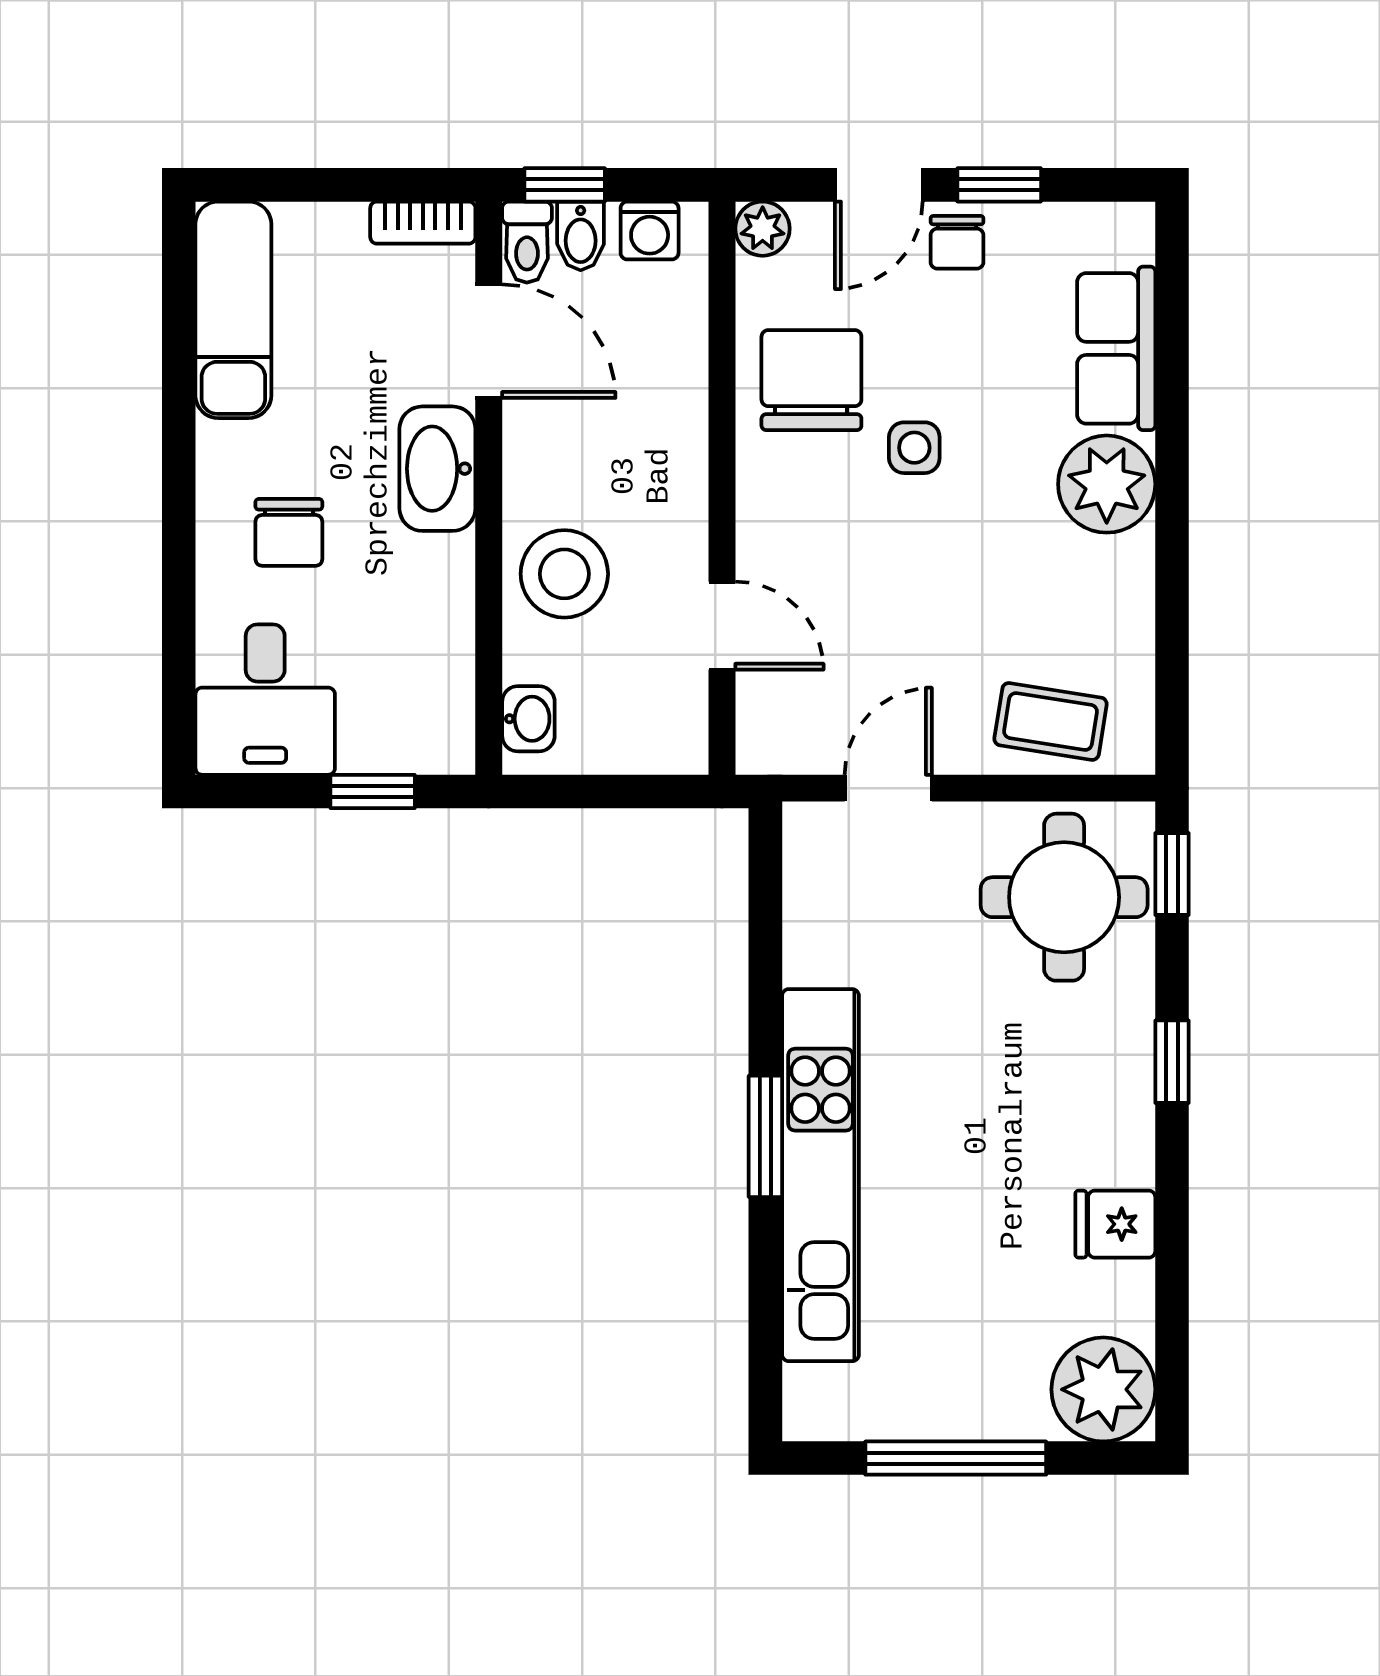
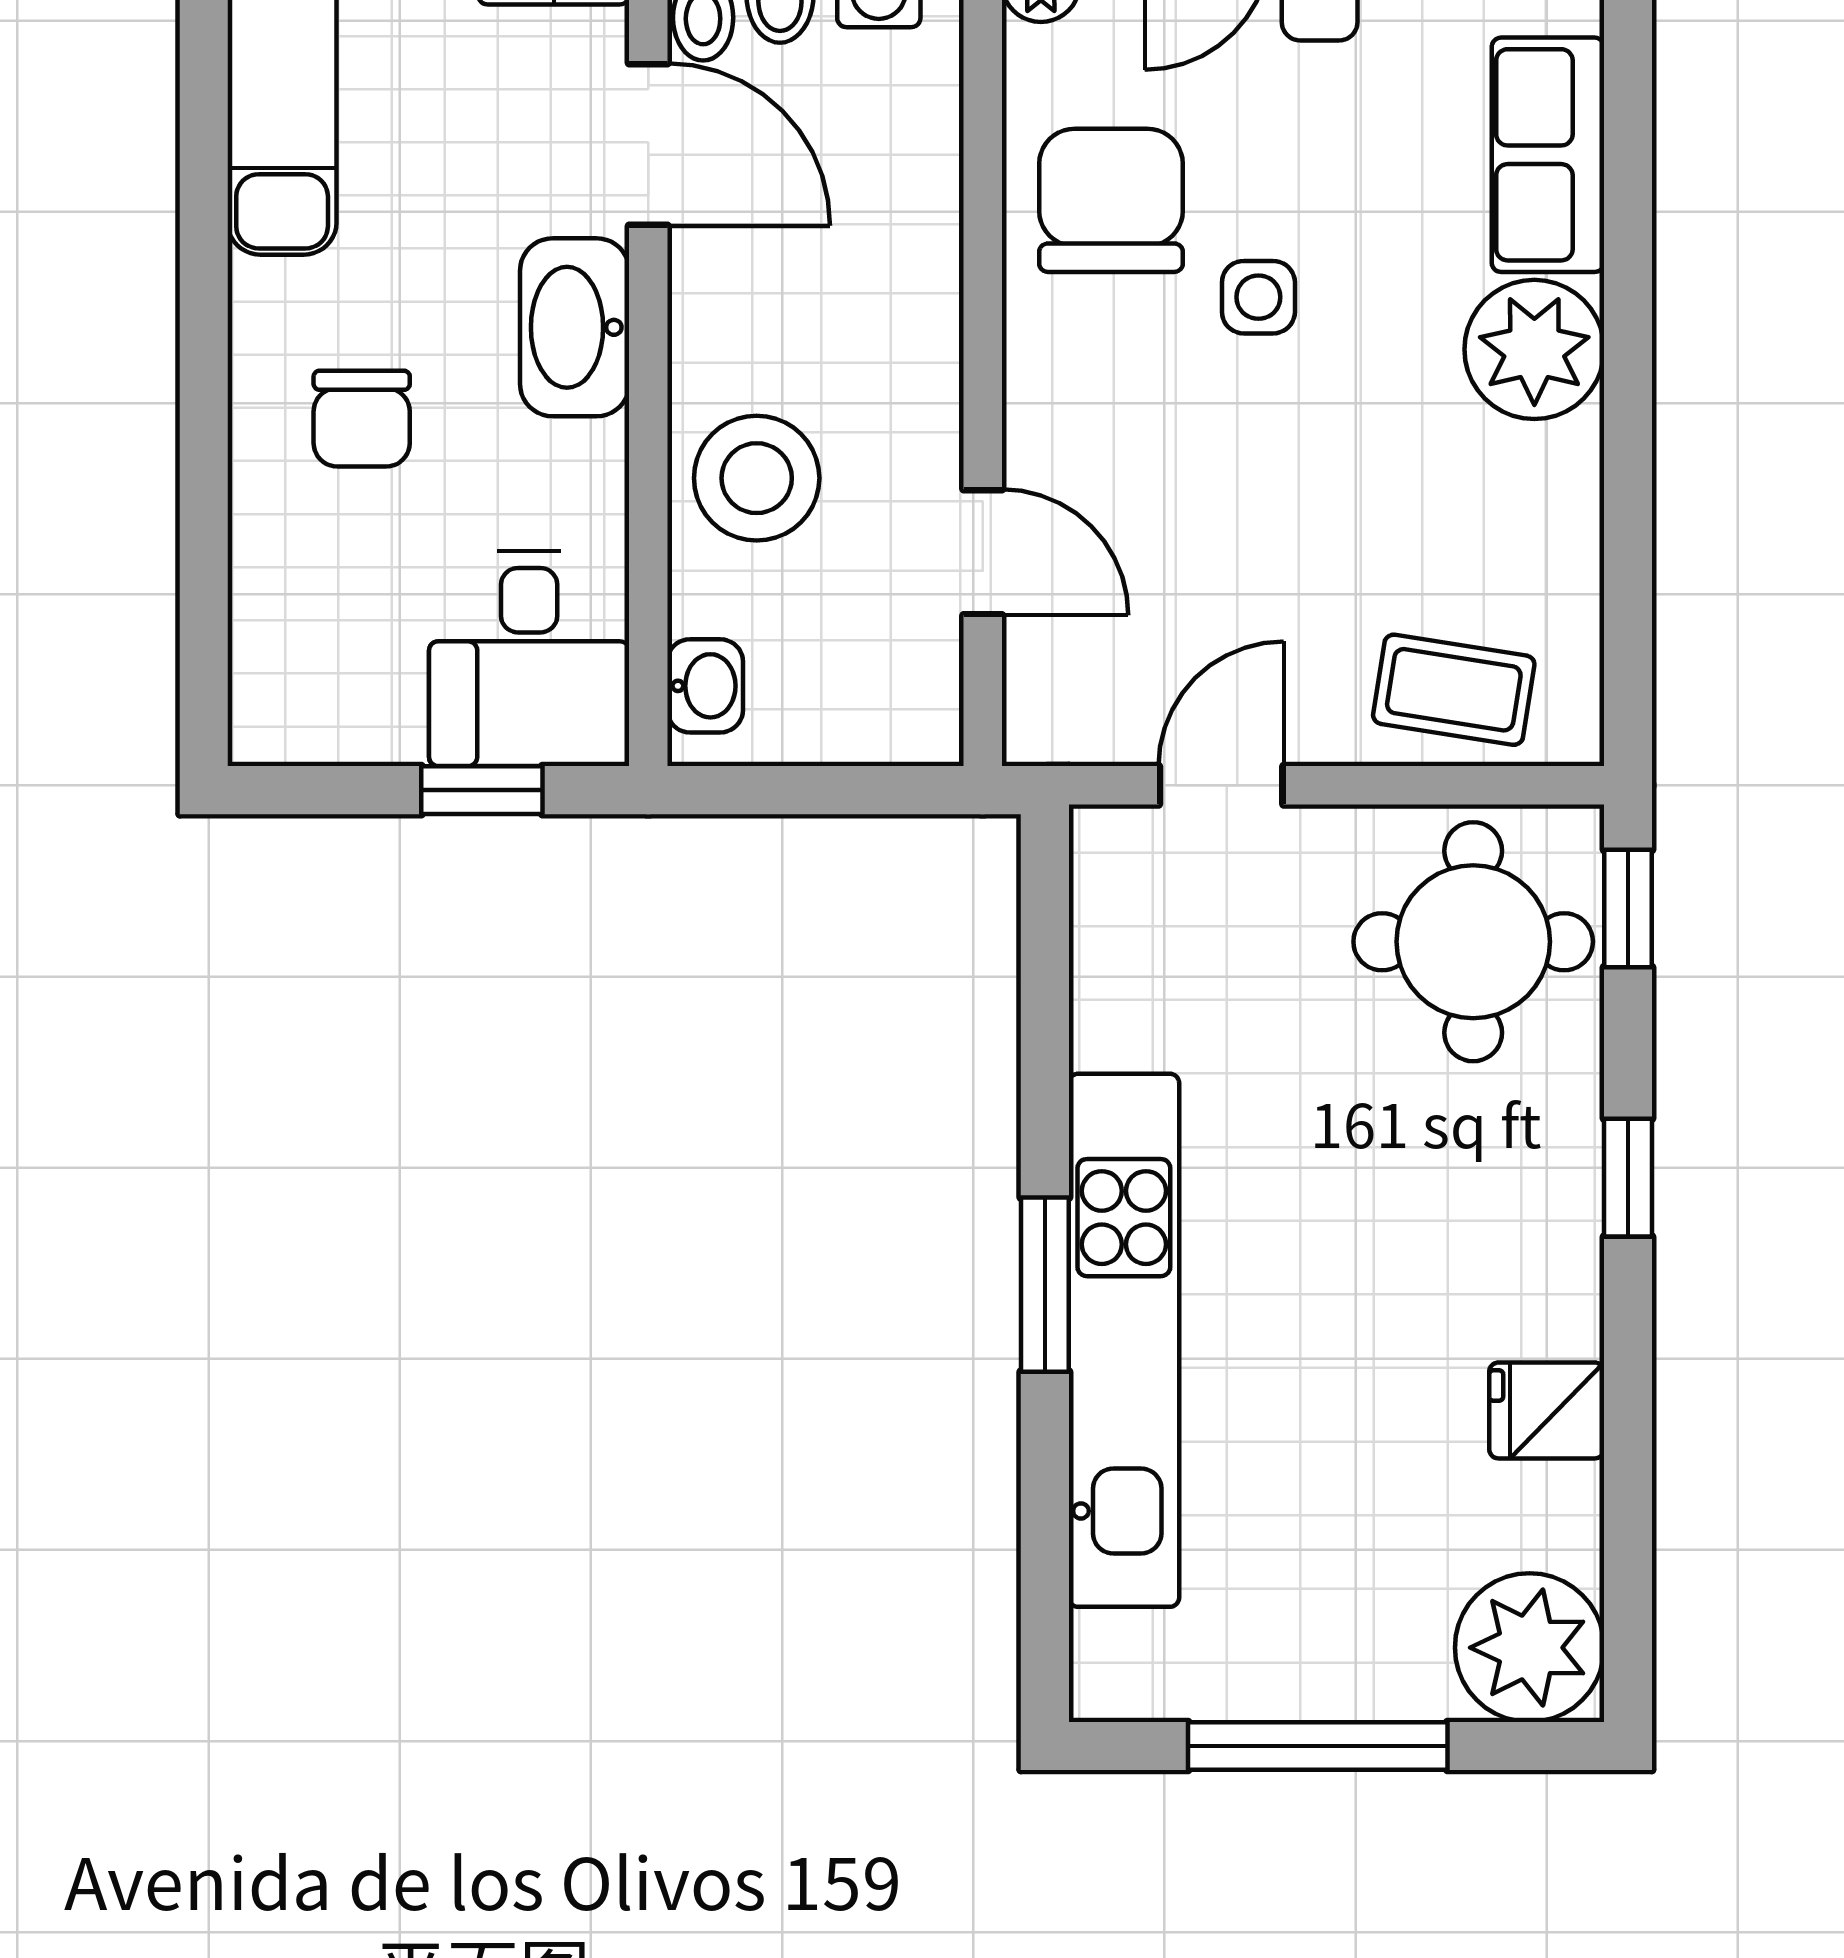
desk: (265, 700) -> (529, 658), moved

